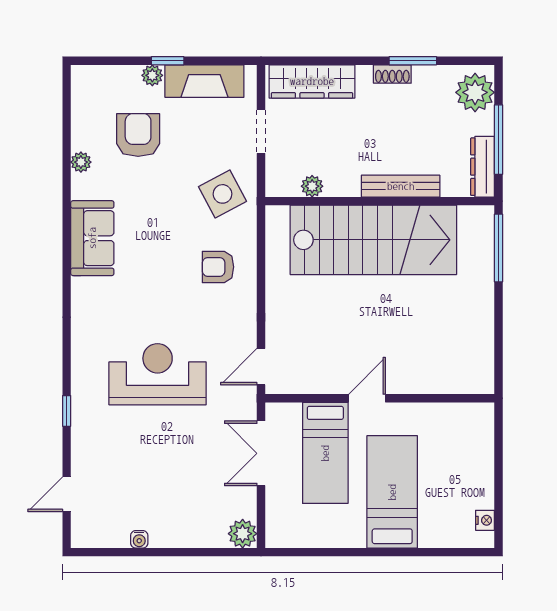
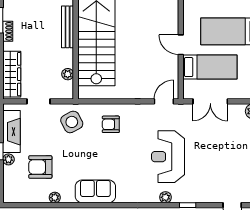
armchair: (218, 267) -> (111, 124), turned 90
door: (261, 367) -> (164, 101), swing flipped
plant: (81, 370) -> (166, 197), added

